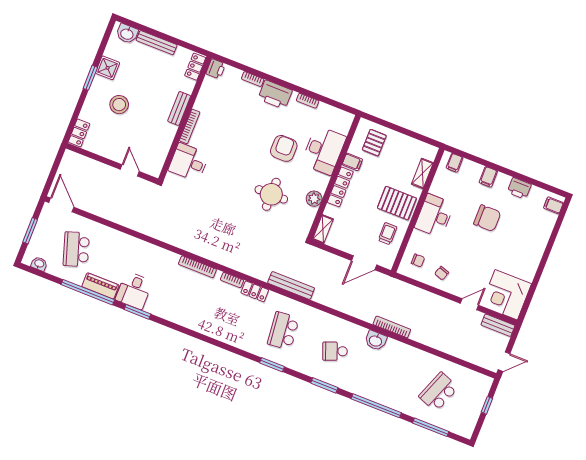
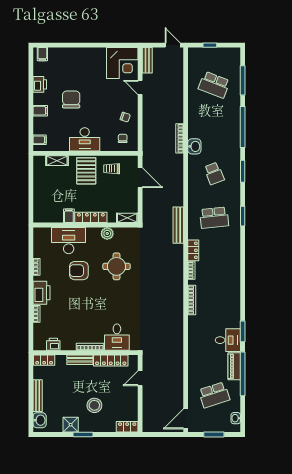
printer: (216, 69) -> (53, 344), moved
pallet: (374, 143) -> (48, 205), removed
locker: (164, 144) -> (111, 360), added

